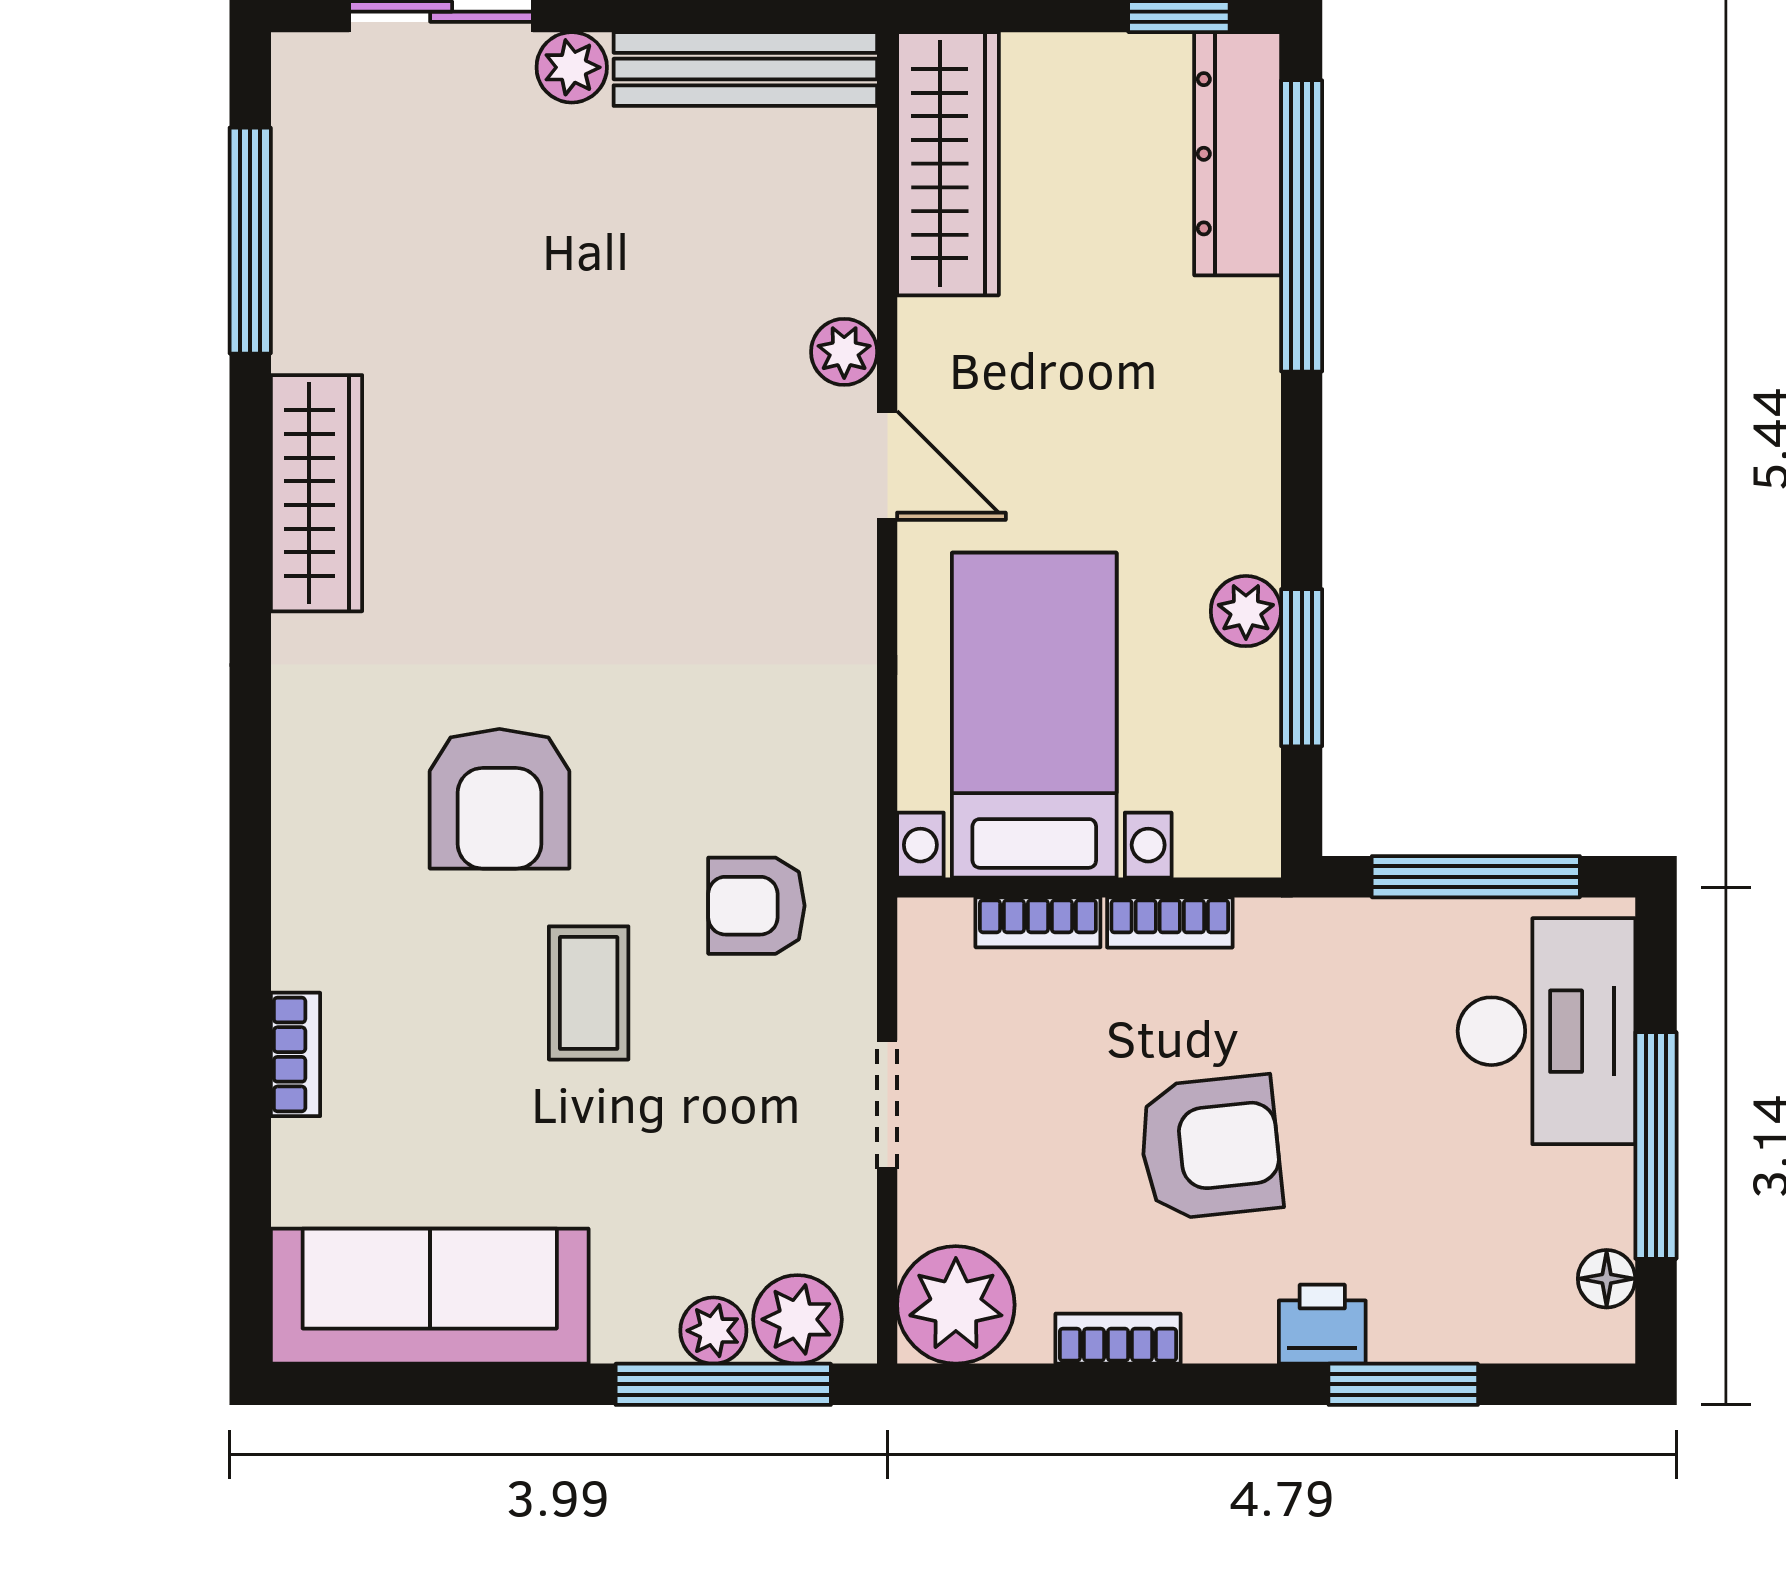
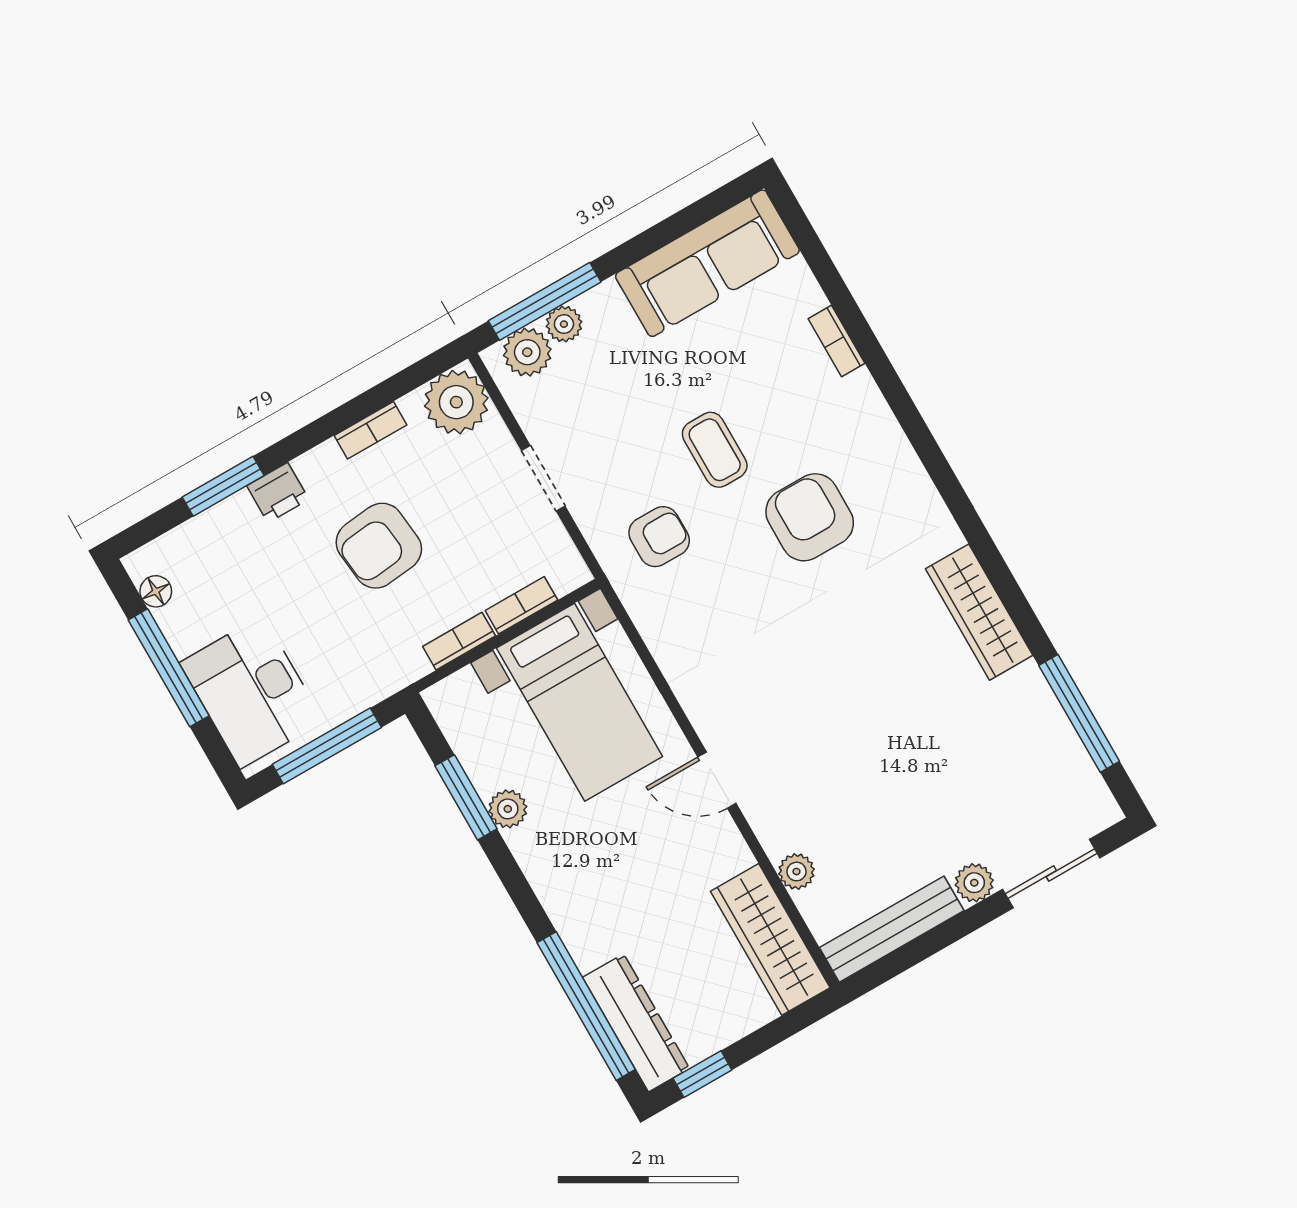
plant: (844, 352) -> (796, 872), moved

